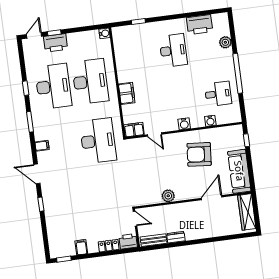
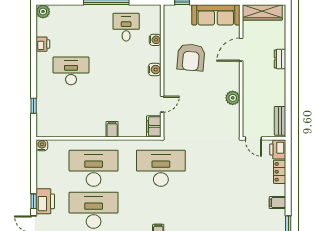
printer: (200, 25) -> (43, 44), width x0.53, depth x0.68
plant: (225, 42) -> (43, 11), moved
filing cabinet: (127, 93) -> (112, 129), width x0.50
door: (212, 198) -> (241, 50), hinge flipped
door: (135, 219) -> (253, 138), swing flipped
dresser: (176, 237) -> (280, 59), moved

